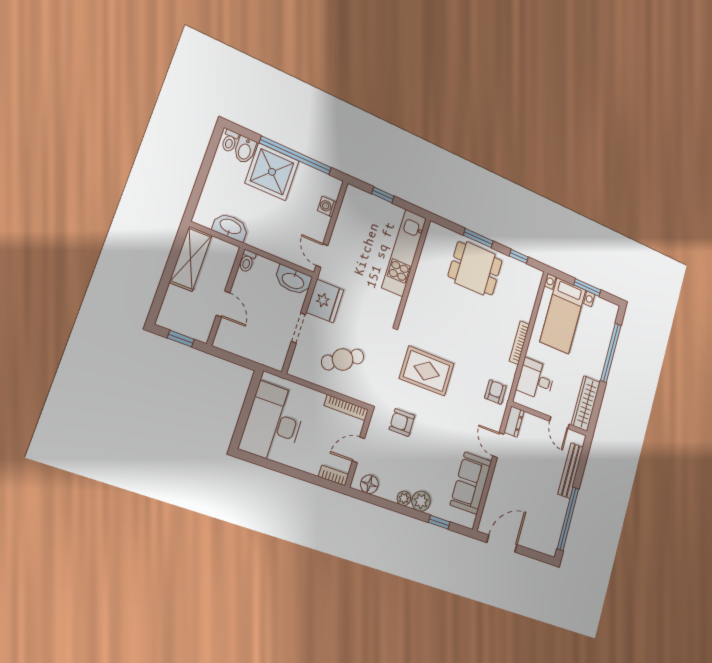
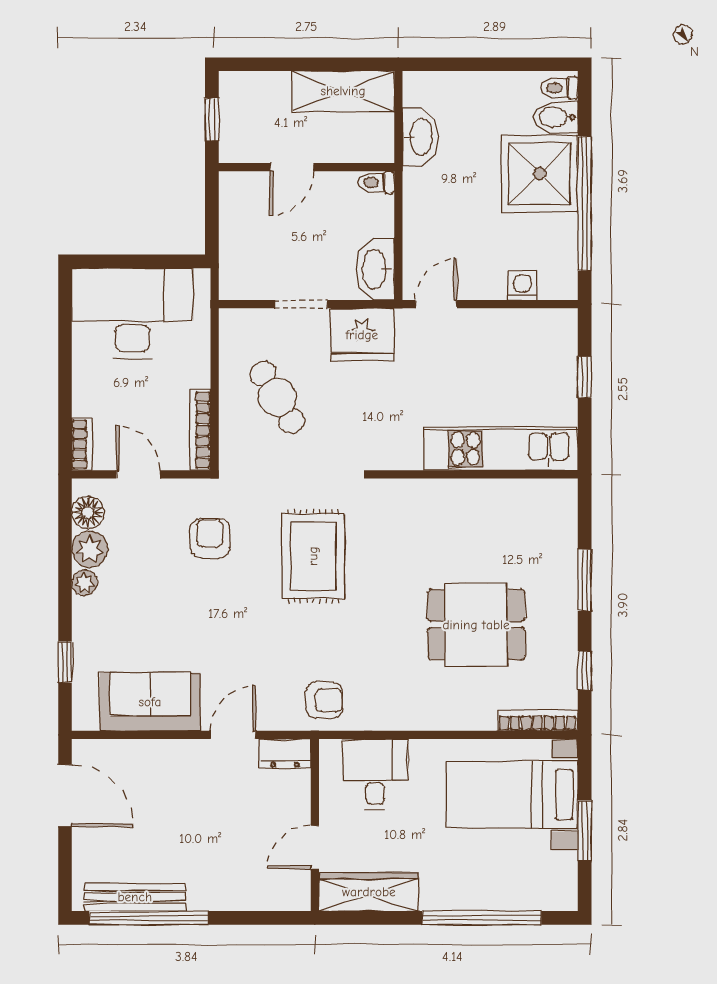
dining table: (475, 268) -> (476, 625), moved, turned 90
bookcase: (519, 343) -> (537, 721), moved
bench: (571, 471) -> (135, 897), moved
plant: (421, 501) -> (90, 549), moved

